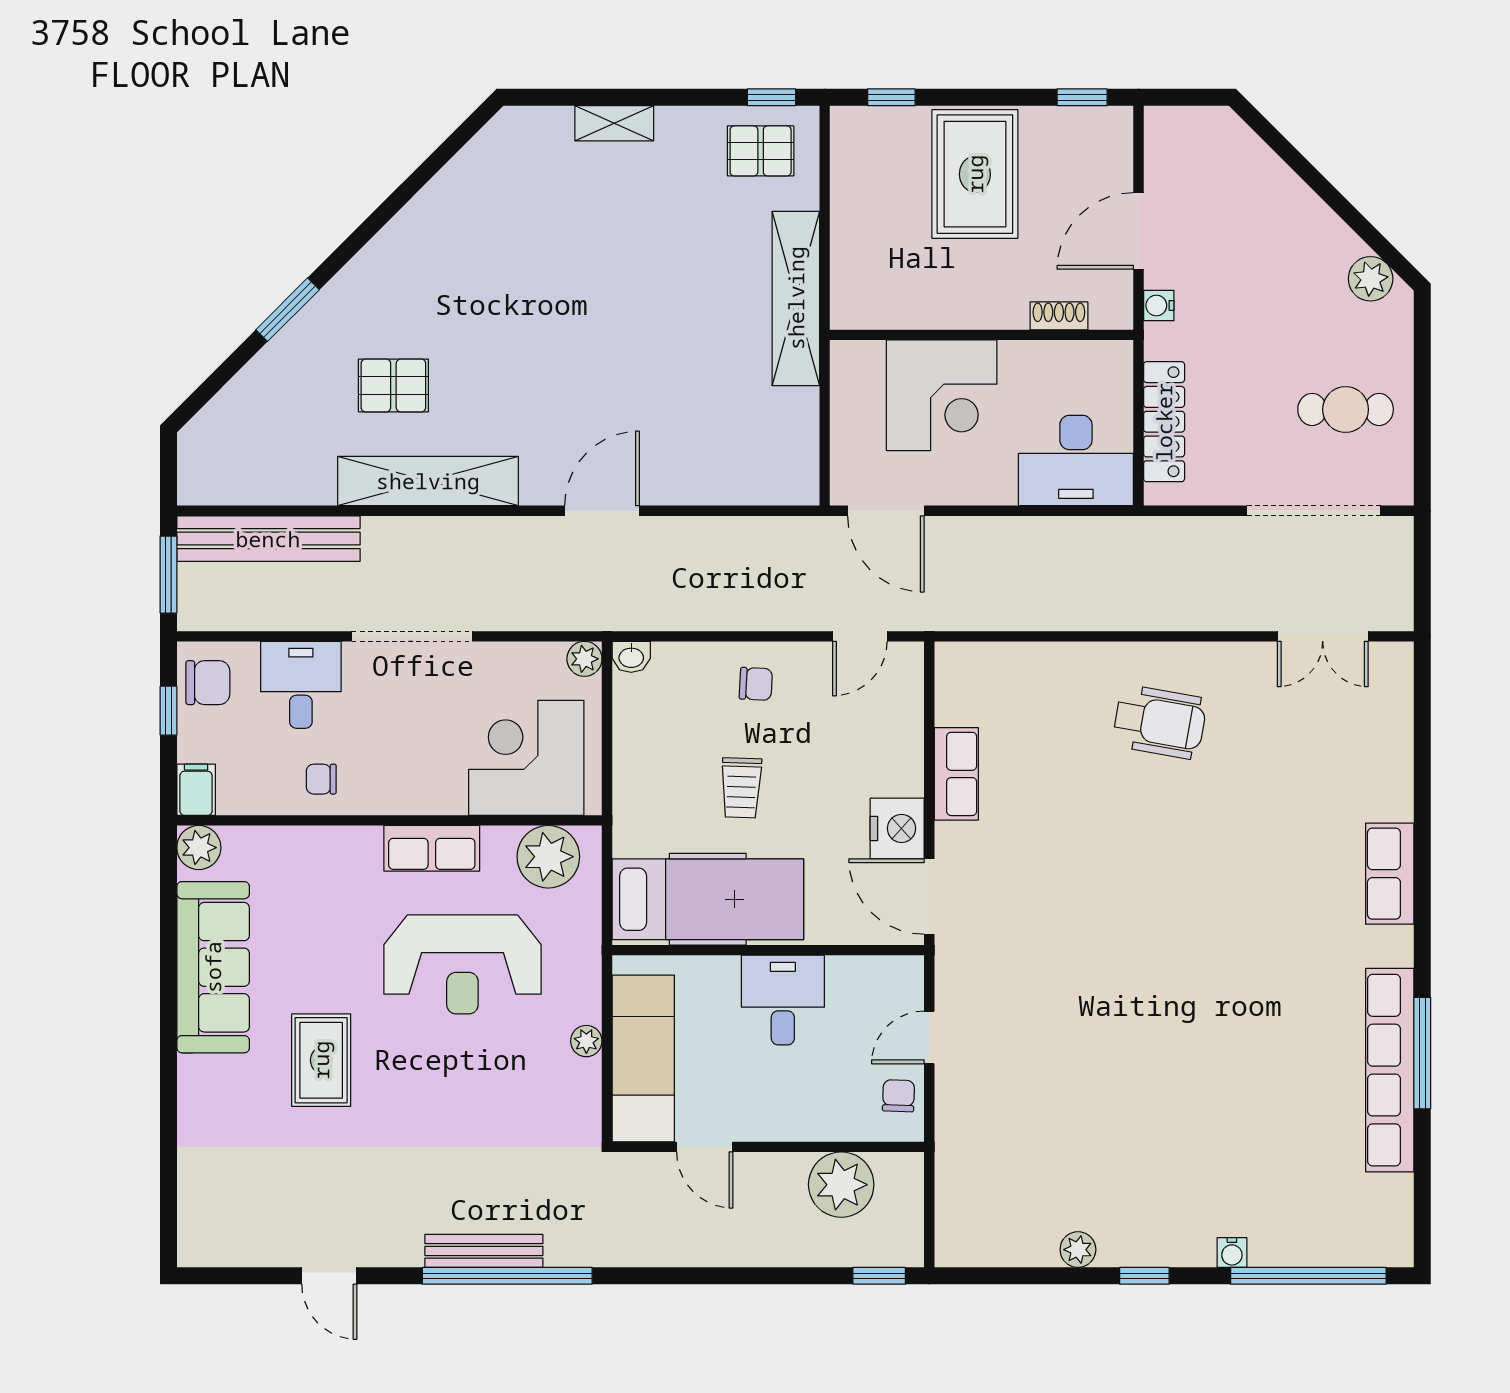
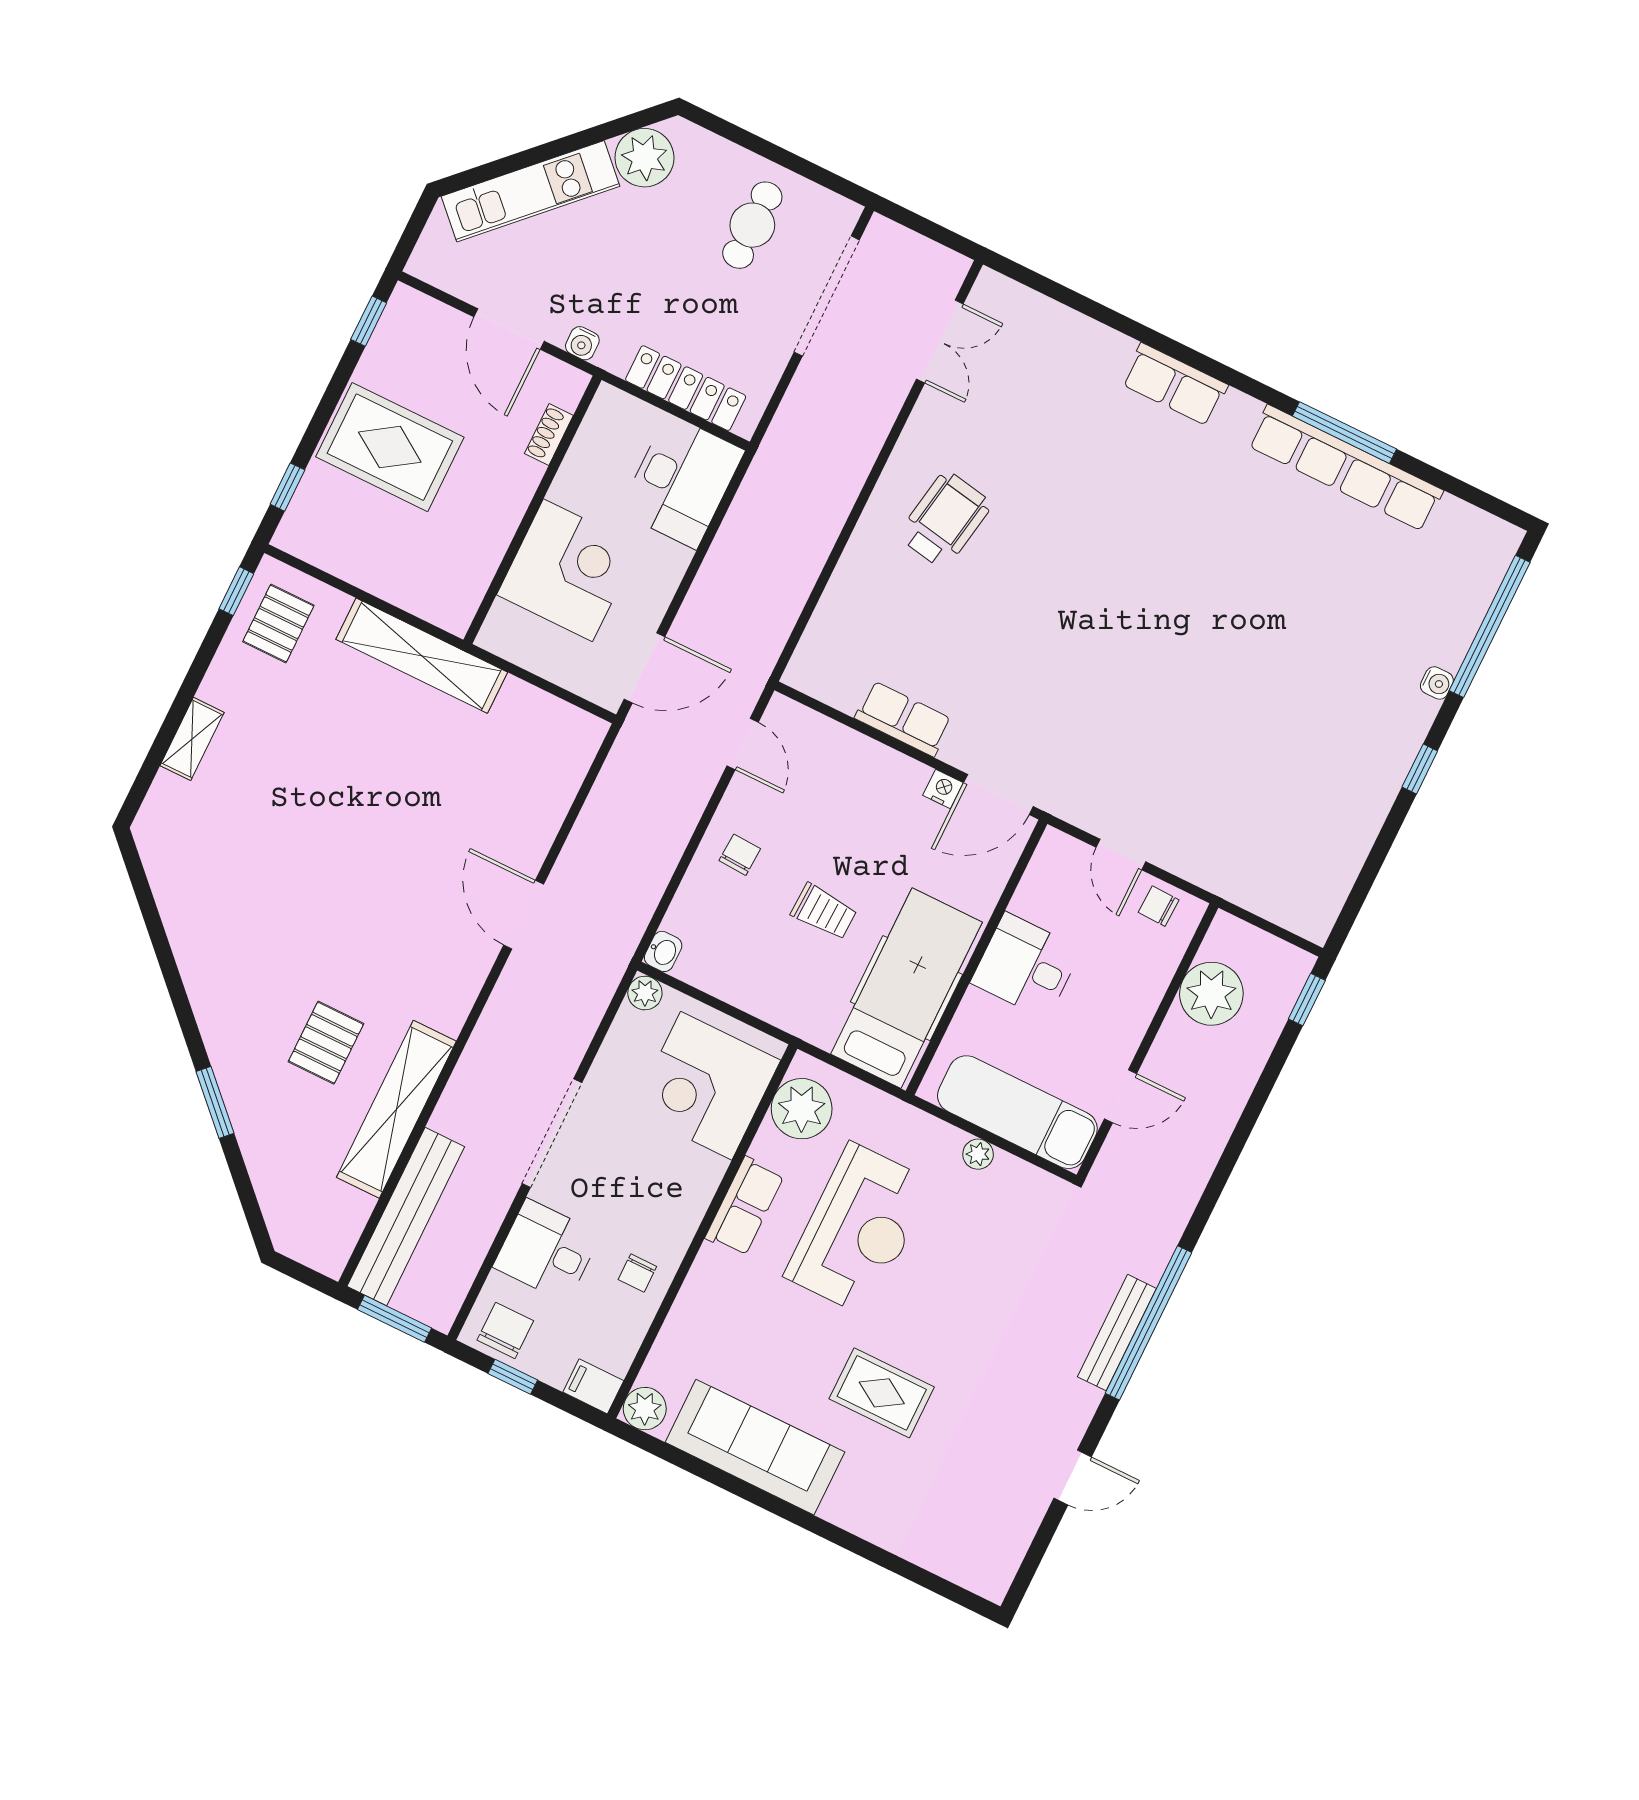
kitchen unit: (1276, 188) -> (530, 191), added
plant: (1371, 279) -> (644, 158), width x1.36, depth x1.36
shelving: (428, 481) -> (396, 1109), moved
nightstand: (897, 828) -> (943, 789), width x0.53, depth x0.56
plant: (1078, 1250) -> (1369, 816), removed

